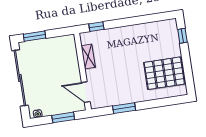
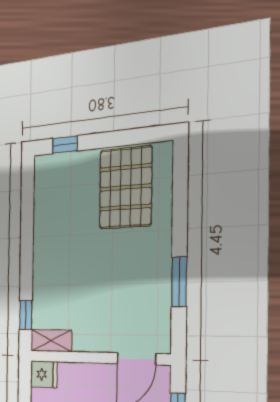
fridge: (69, 42) -> (44, 374), added
shelving: (88, 56) -> (51, 341), moved

